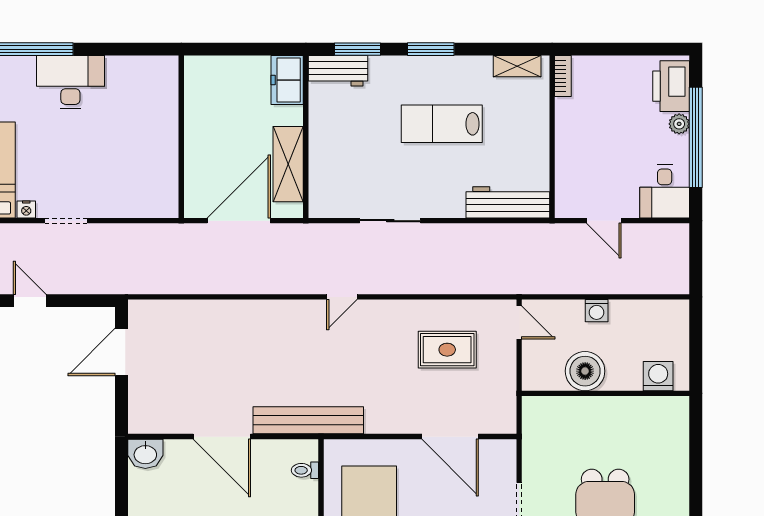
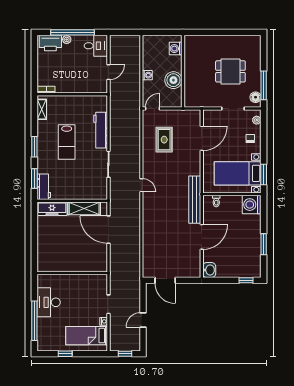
freezer: (287, 80) -> (52, 209), width x1.40
wall: (181, 137) -> (72, 273), moved
workbench: (508, 202) -> (101, 130), moved

